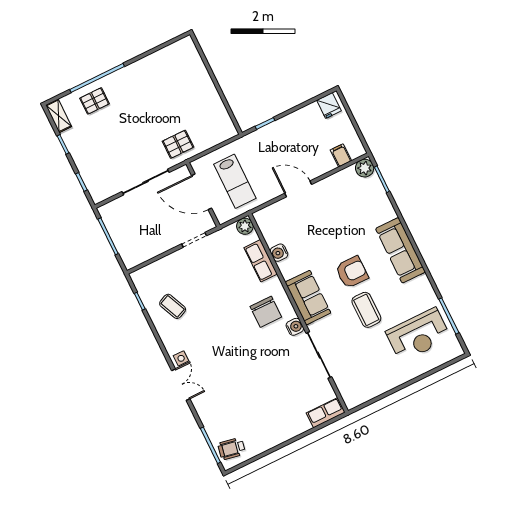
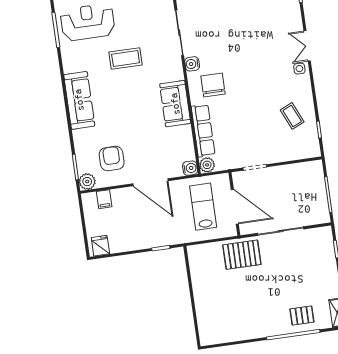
pallet: (178, 144) -> (242, 255), width x1.50, depth x1.42
door: (298, 189) -> (150, 182), width x1.36
water cooler: (279, 253) -> (190, 168), moved
row of seats: (261, 261) -> (203, 131), width x1.48
armchair: (352, 272) -> (112, 158), moved, turned 90
sofa: (308, 298) -> (175, 104), moved
coffee table: (366, 310) -> (126, 58), turned 90

